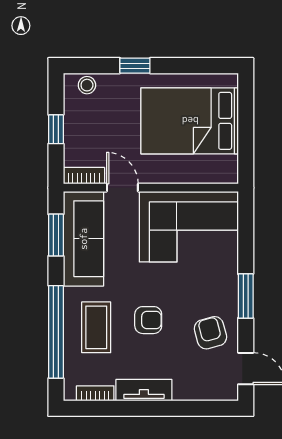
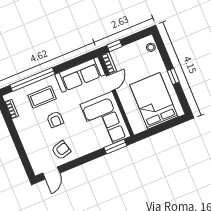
window: (135, 66) -> (173, 76), moved
window: (56, 129) -> (114, 46), moved
window: (56, 235) -> (77, 61), removed
window: (246, 296) -> (115, 147), moved
tv unit: (144, 390) -> (22, 131), removed

